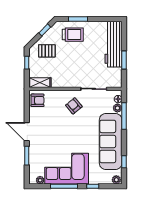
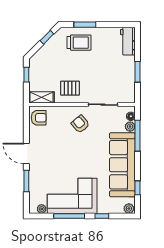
workbench: (113, 44) -> (128, 41), width x0.53, depth x0.76
pallet: (47, 51) -> (70, 88), moved

